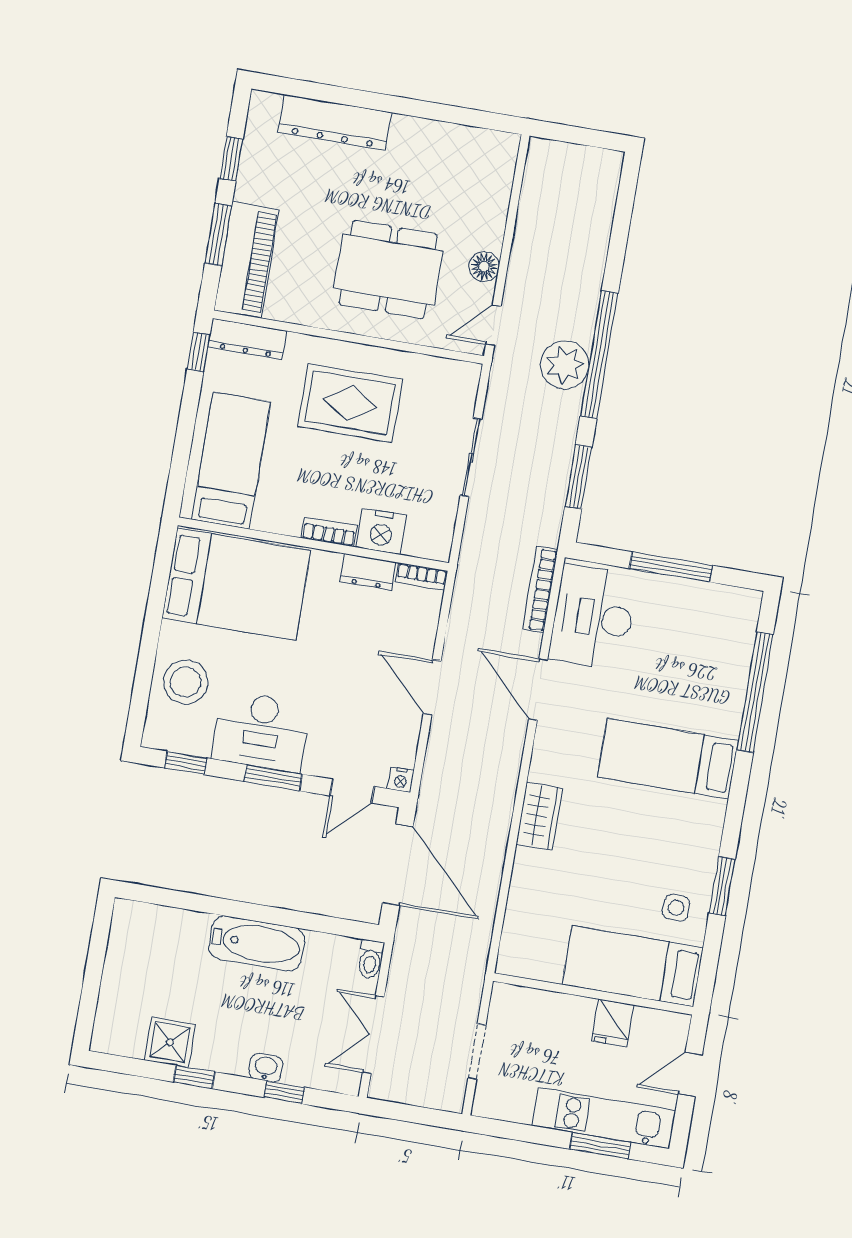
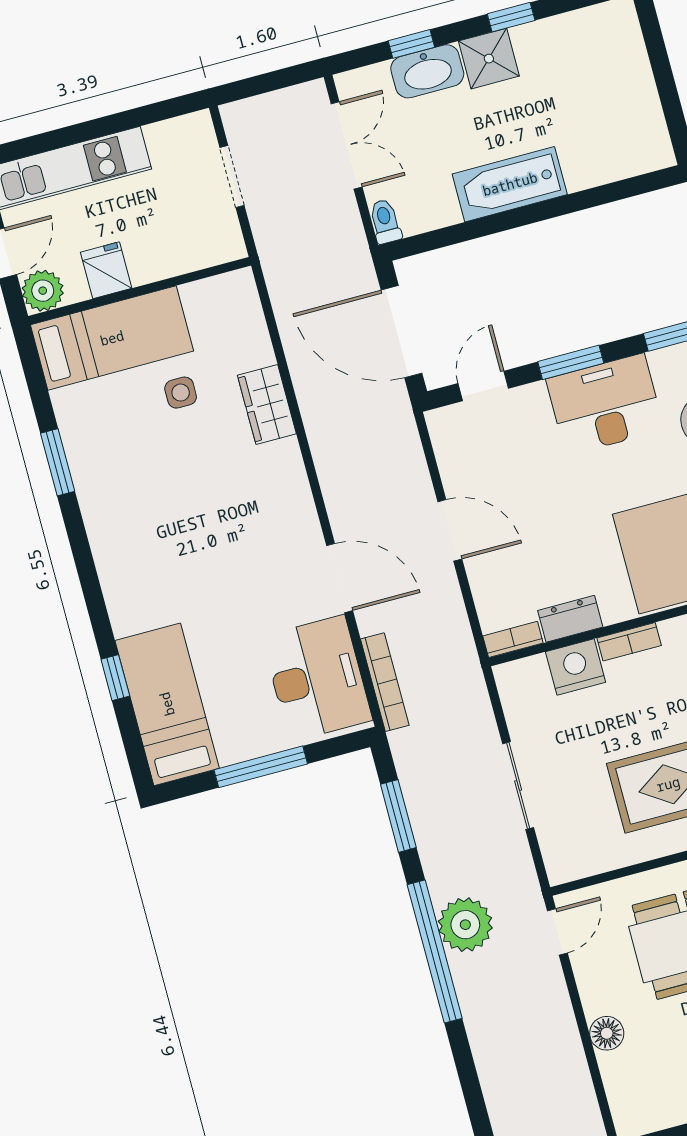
floor lamp: (484, 267) -> (607, 1033), moved
window: (755, 692) -> (115, 678), width x0.32
bed: (668, 759) -> (167, 704), moved, turned -90
nightstand: (401, 780) -> (439, 420), removed
wardrobe: (539, 816) -> (267, 404), moved
side table: (676, 908) -> (181, 393), moved
plant: (671, 1030) -> (43, 291), added
shower: (170, 1042) -> (489, 59), moved
washbasin: (266, 1068) -> (427, 71), width x1.91, depth x1.45
window: (600, 1146) -> (61, 138), removed

